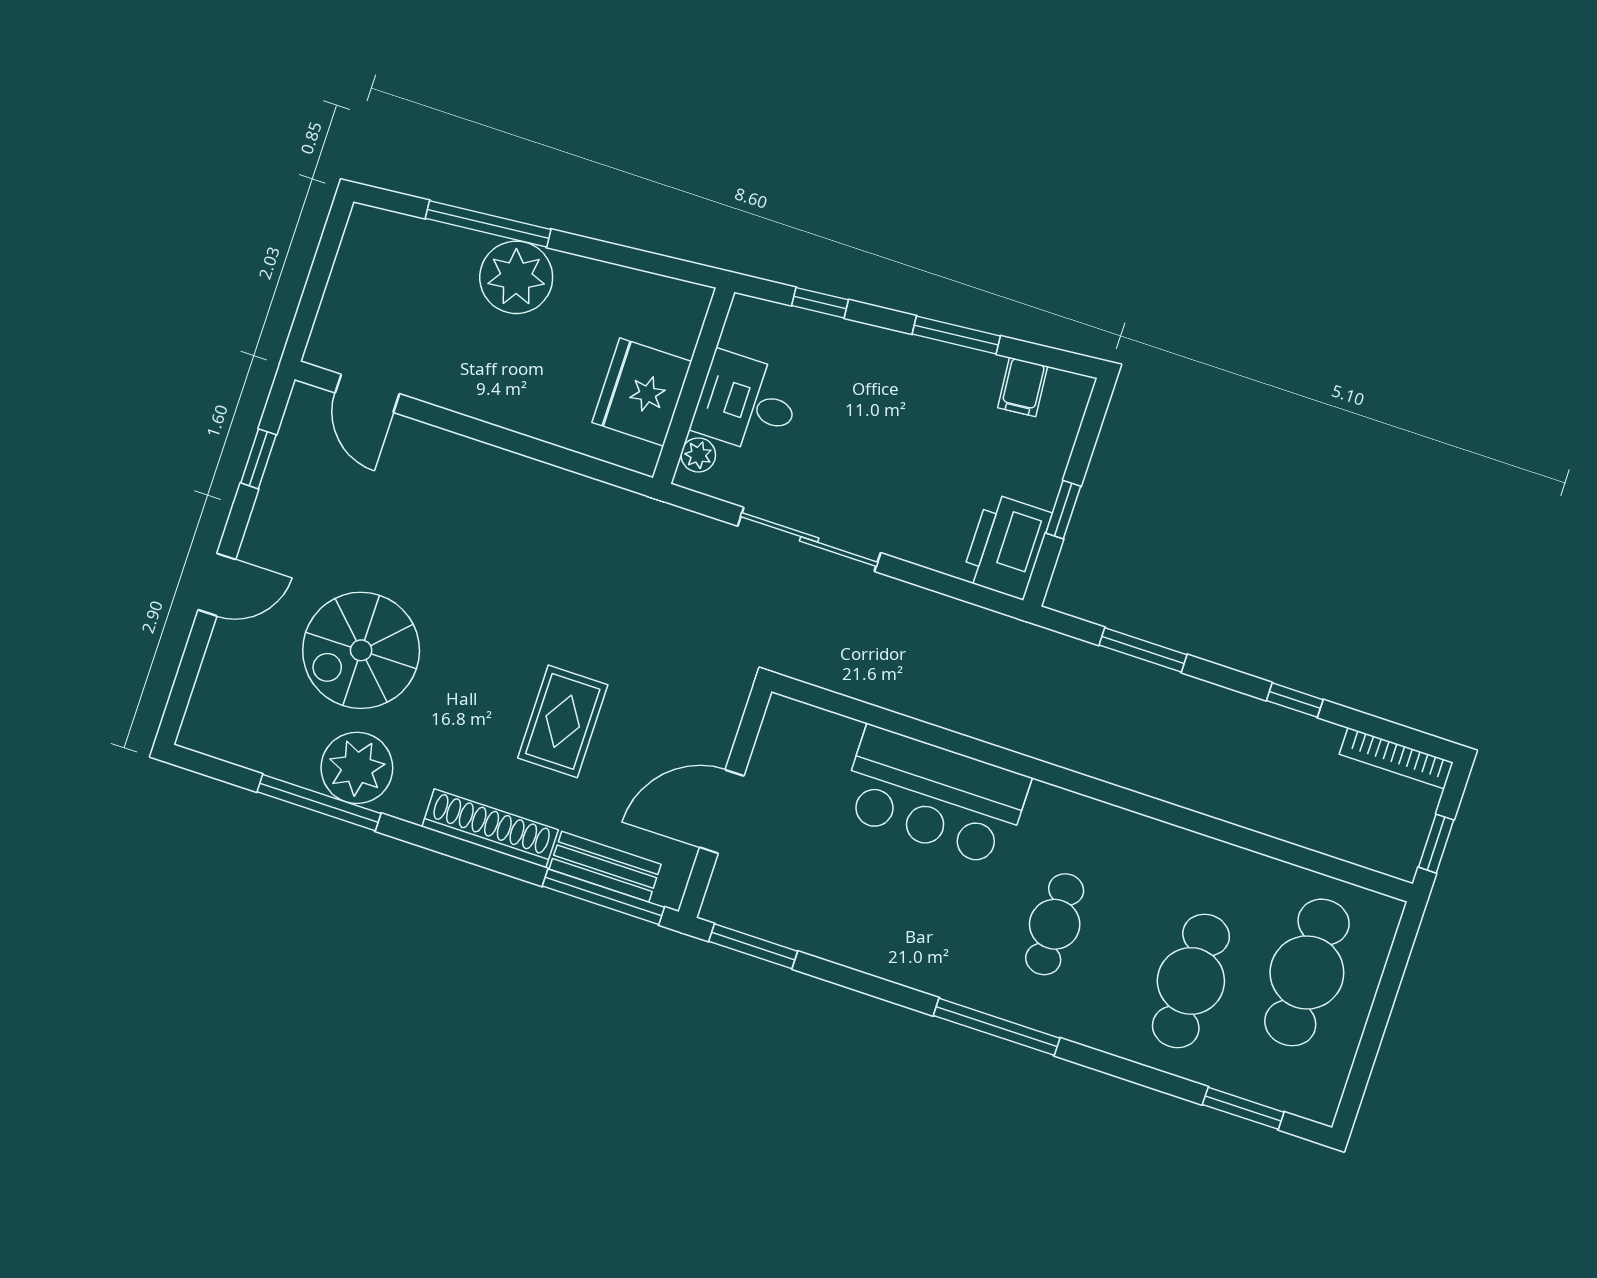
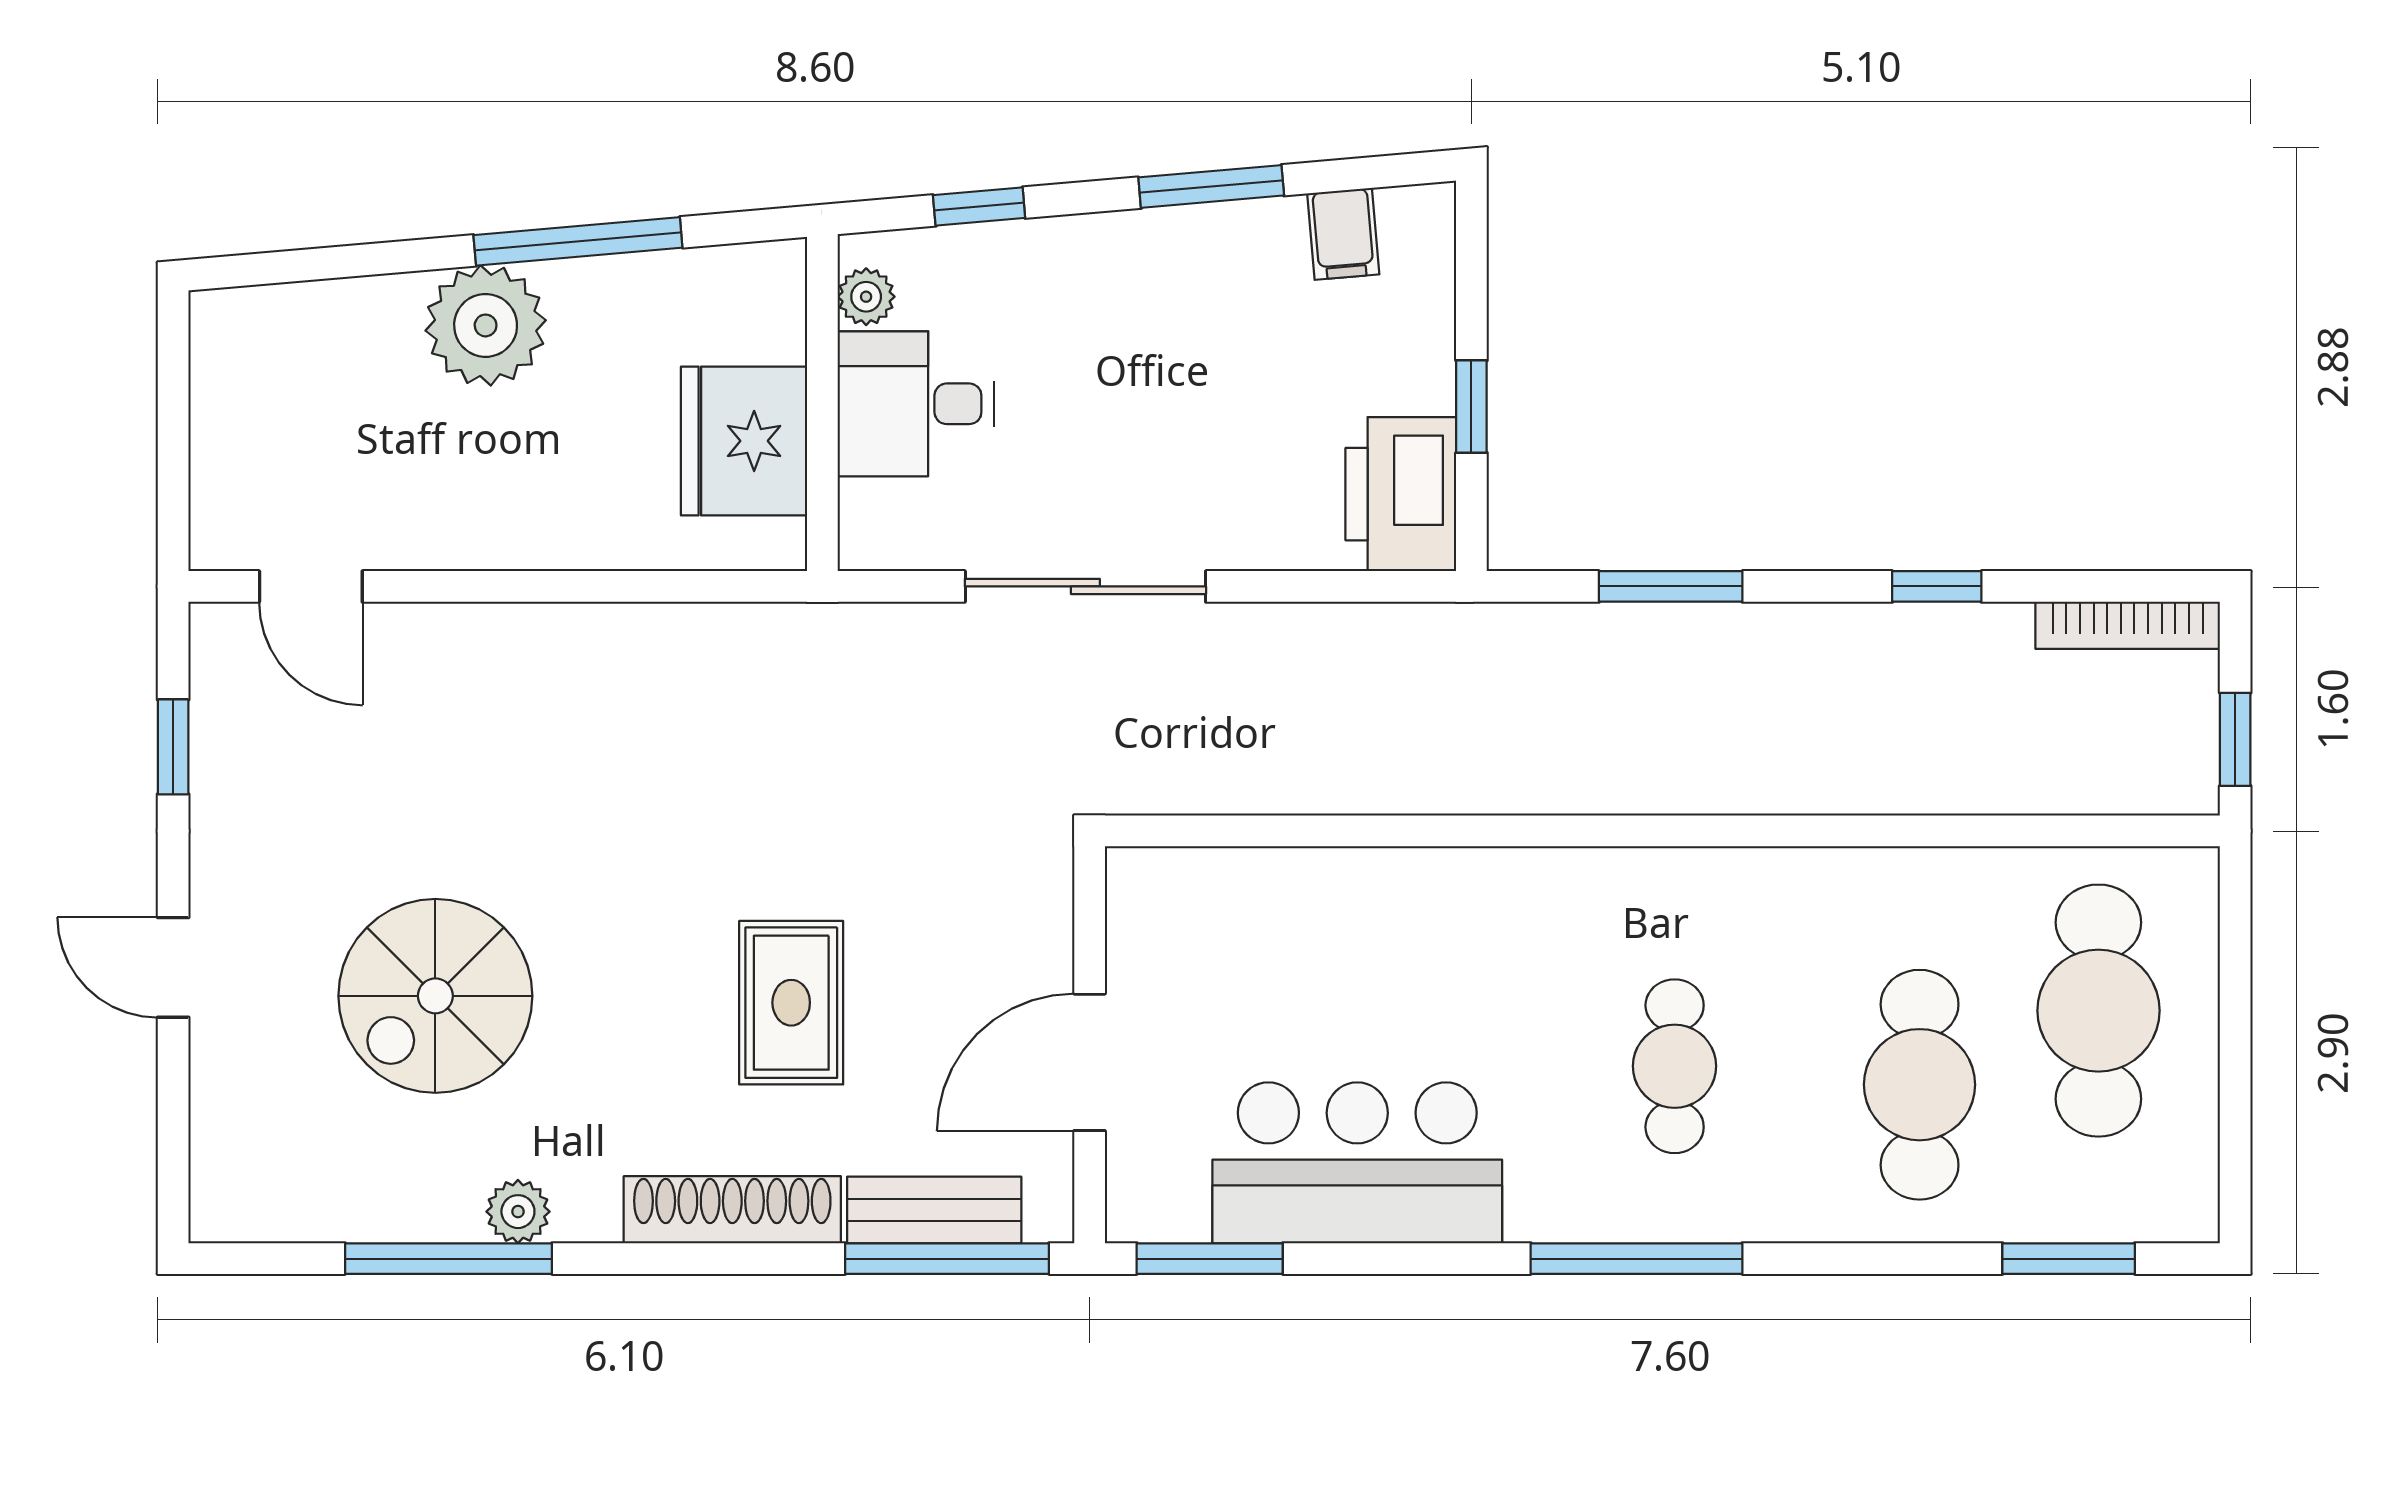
window: (488, 224) -> (578, 241), moved
plant: (698, 455) -> (866, 297), moved
door: (217, 585) -> (173, 967), swing flipped
plant: (357, 768) -> (518, 1212), width x0.53, depth x0.53
bar counter: (935, 796) -> (1357, 1163), moved, turned 180

